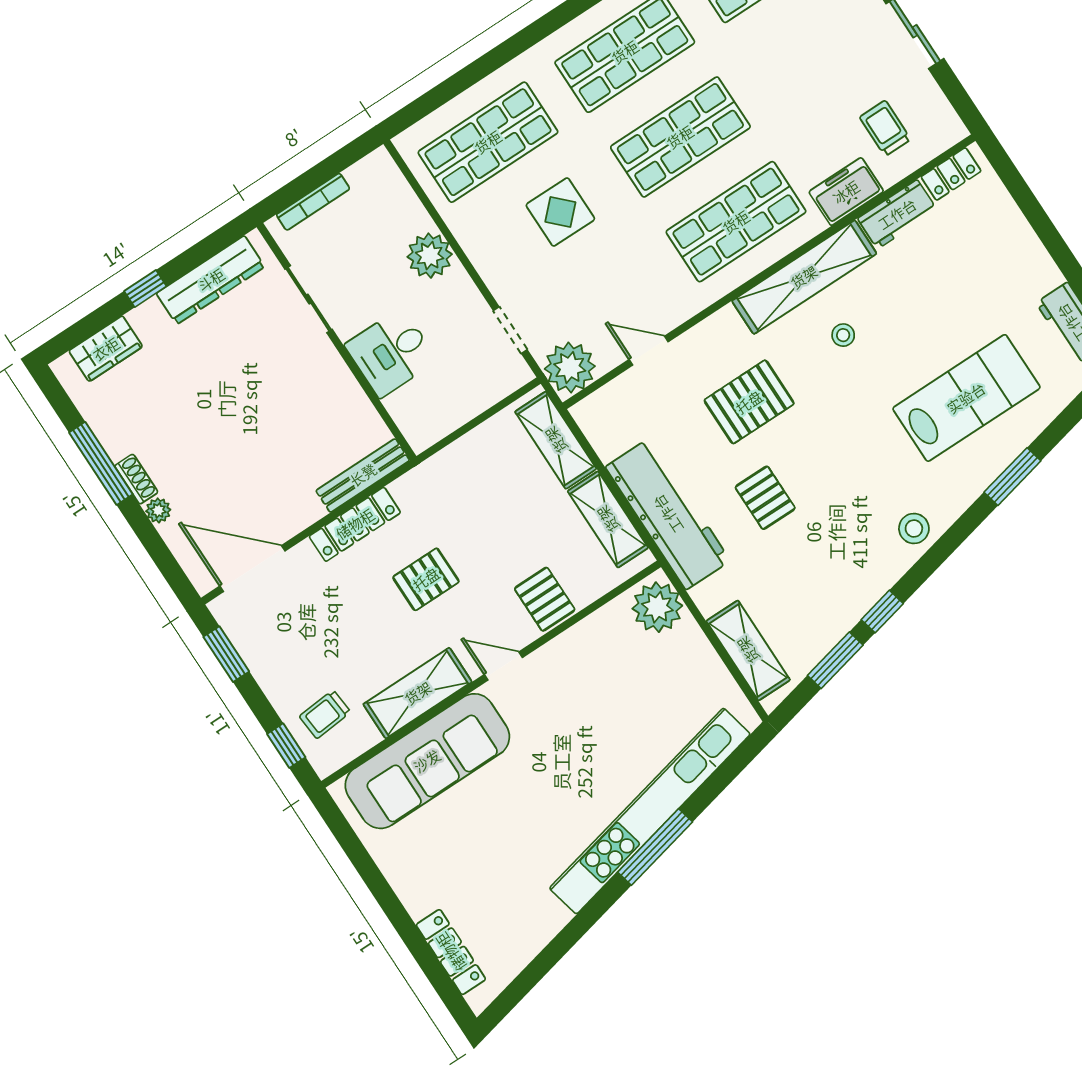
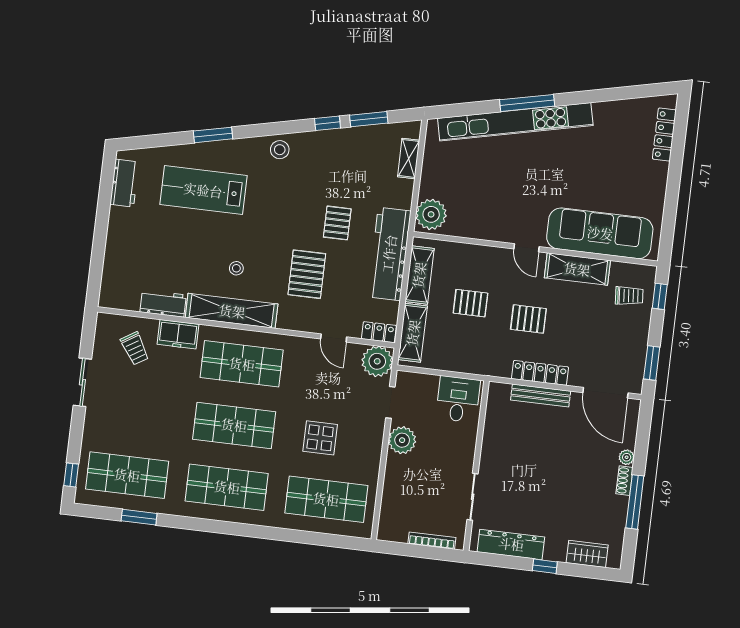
trolley: (885, 128) -> (135, 348), turned -32
locker: (951, 174) -> (379, 332), moved
plant: (430, 256) -> (402, 440), moved
desk: (391, 353) -> (458, 399), moved, turned -90
pallet: (749, 402) -> (307, 274), turned 90
bench: (363, 475) -> (541, 396), moved
pallet: (545, 599) -> (470, 303), moved, turned 90
shelving: (748, 650) -> (409, 158), width x0.67, depth x0.75

